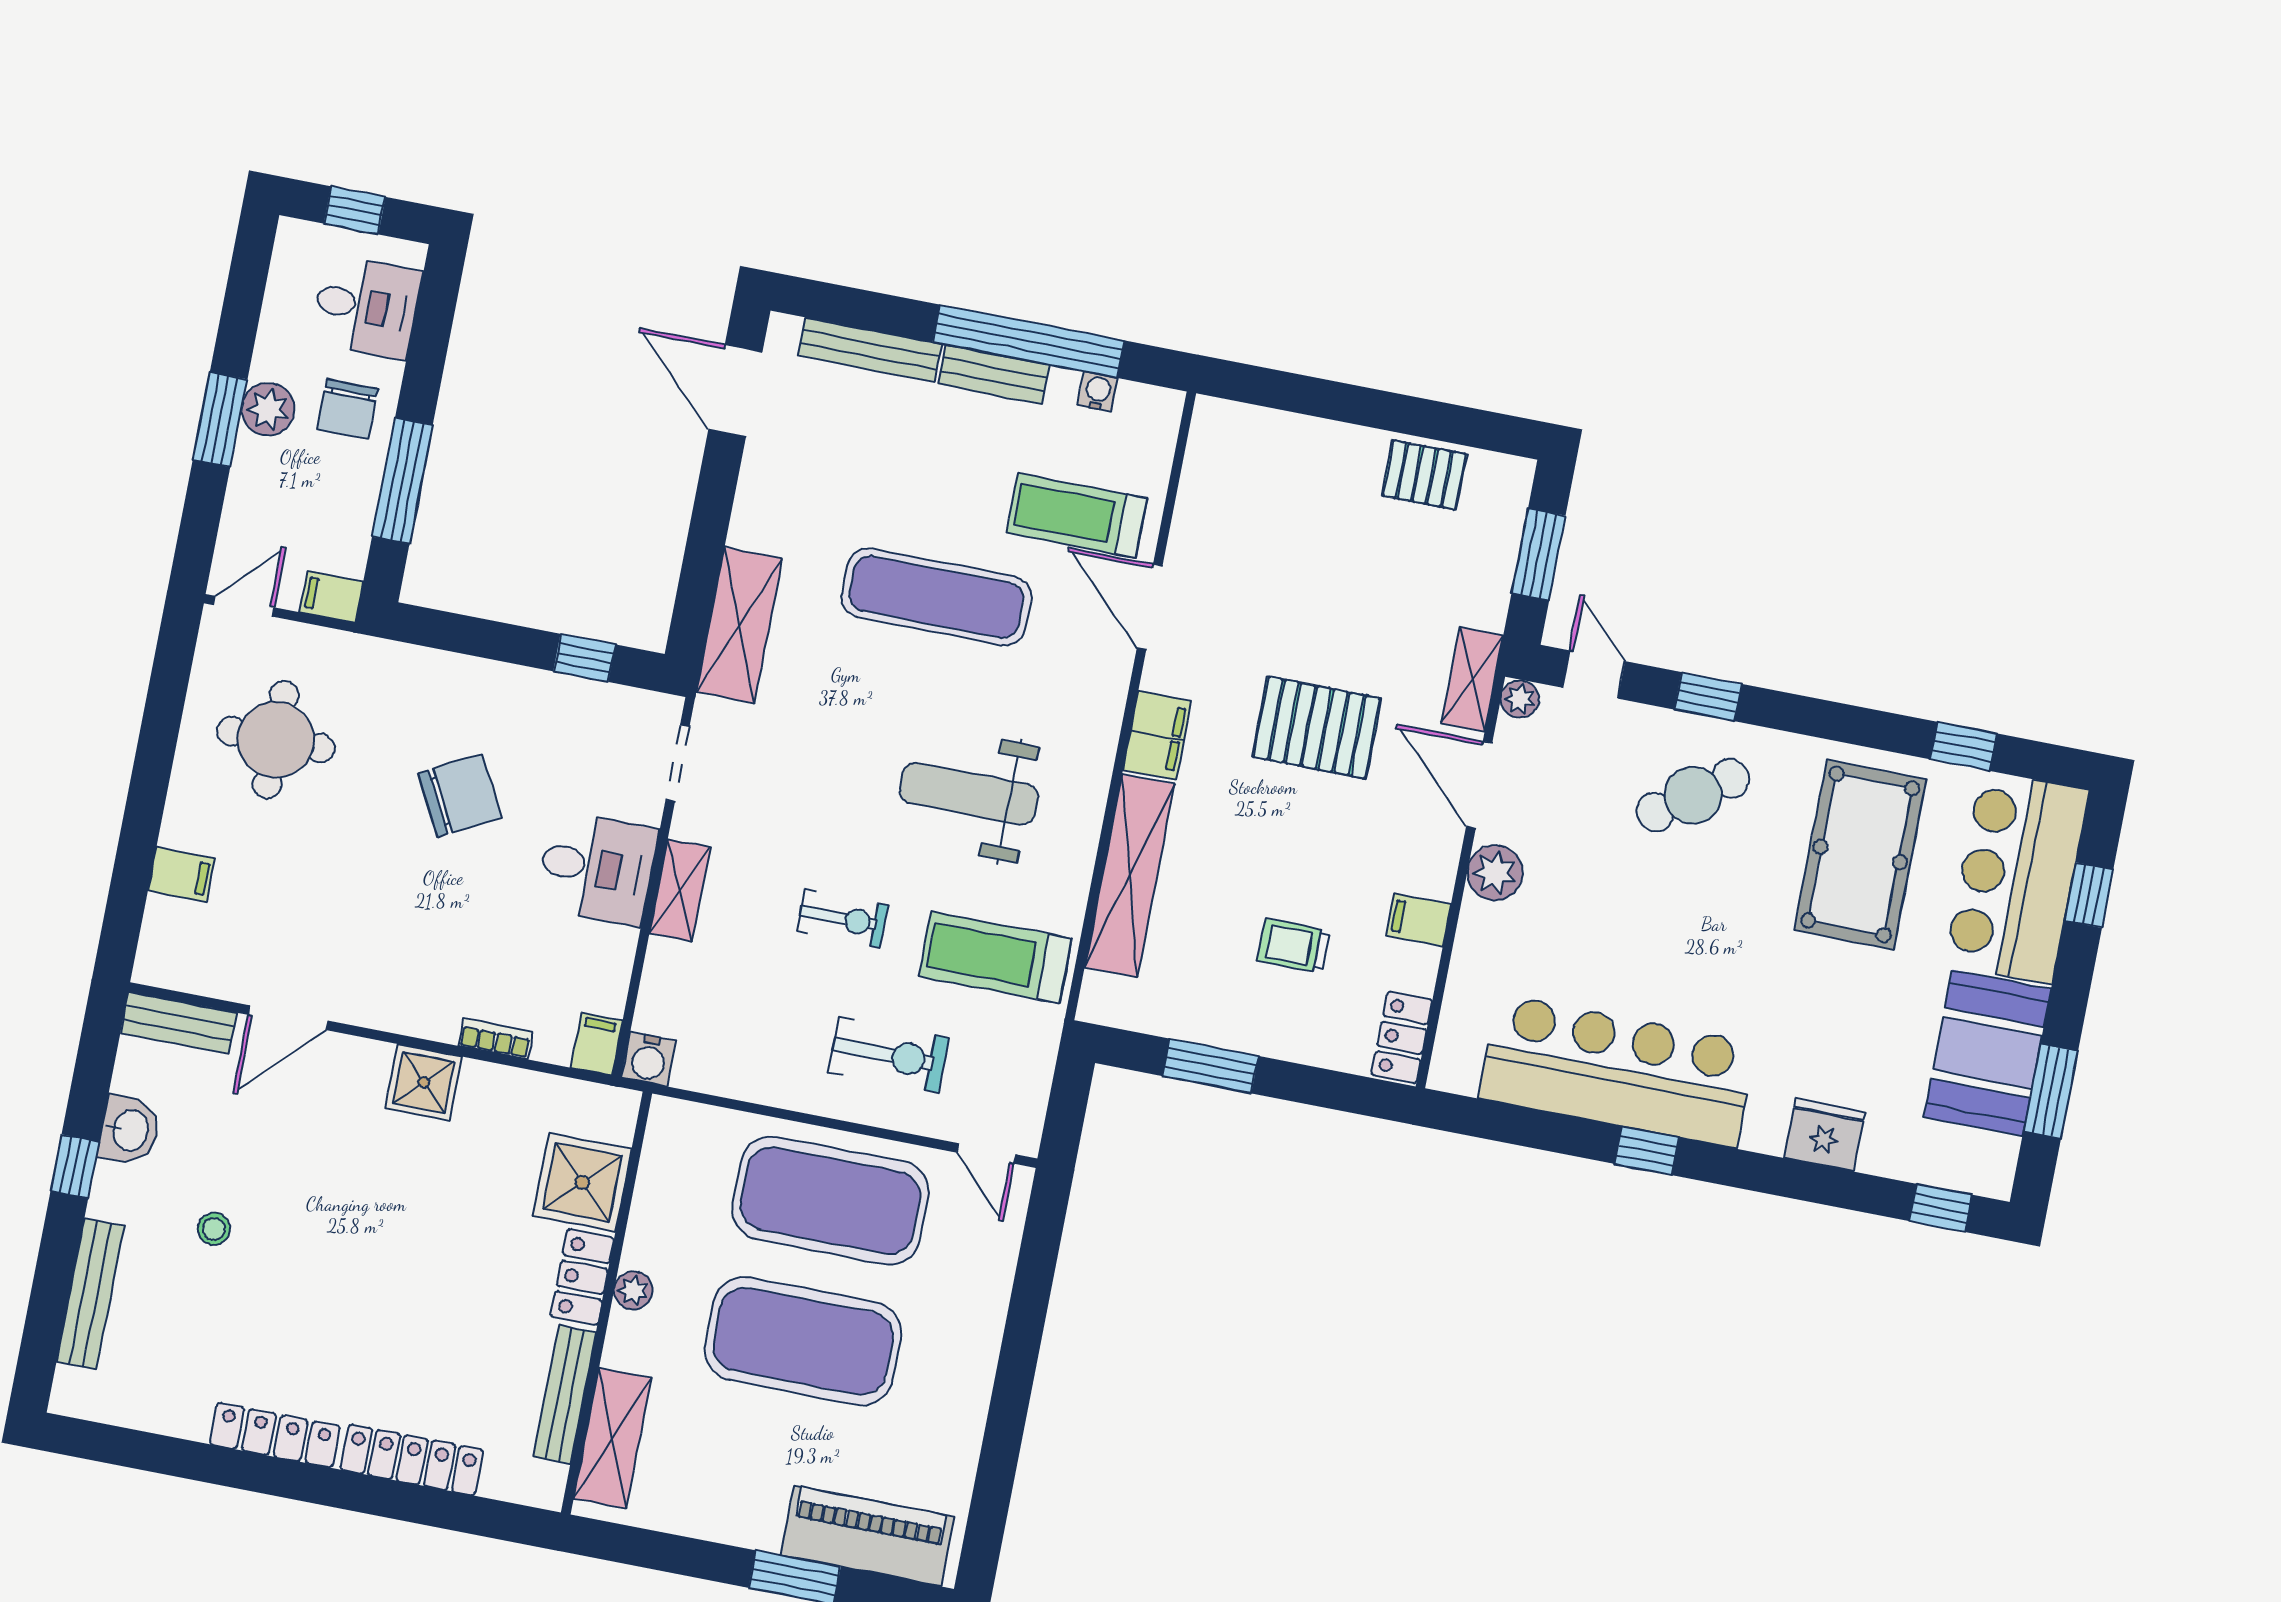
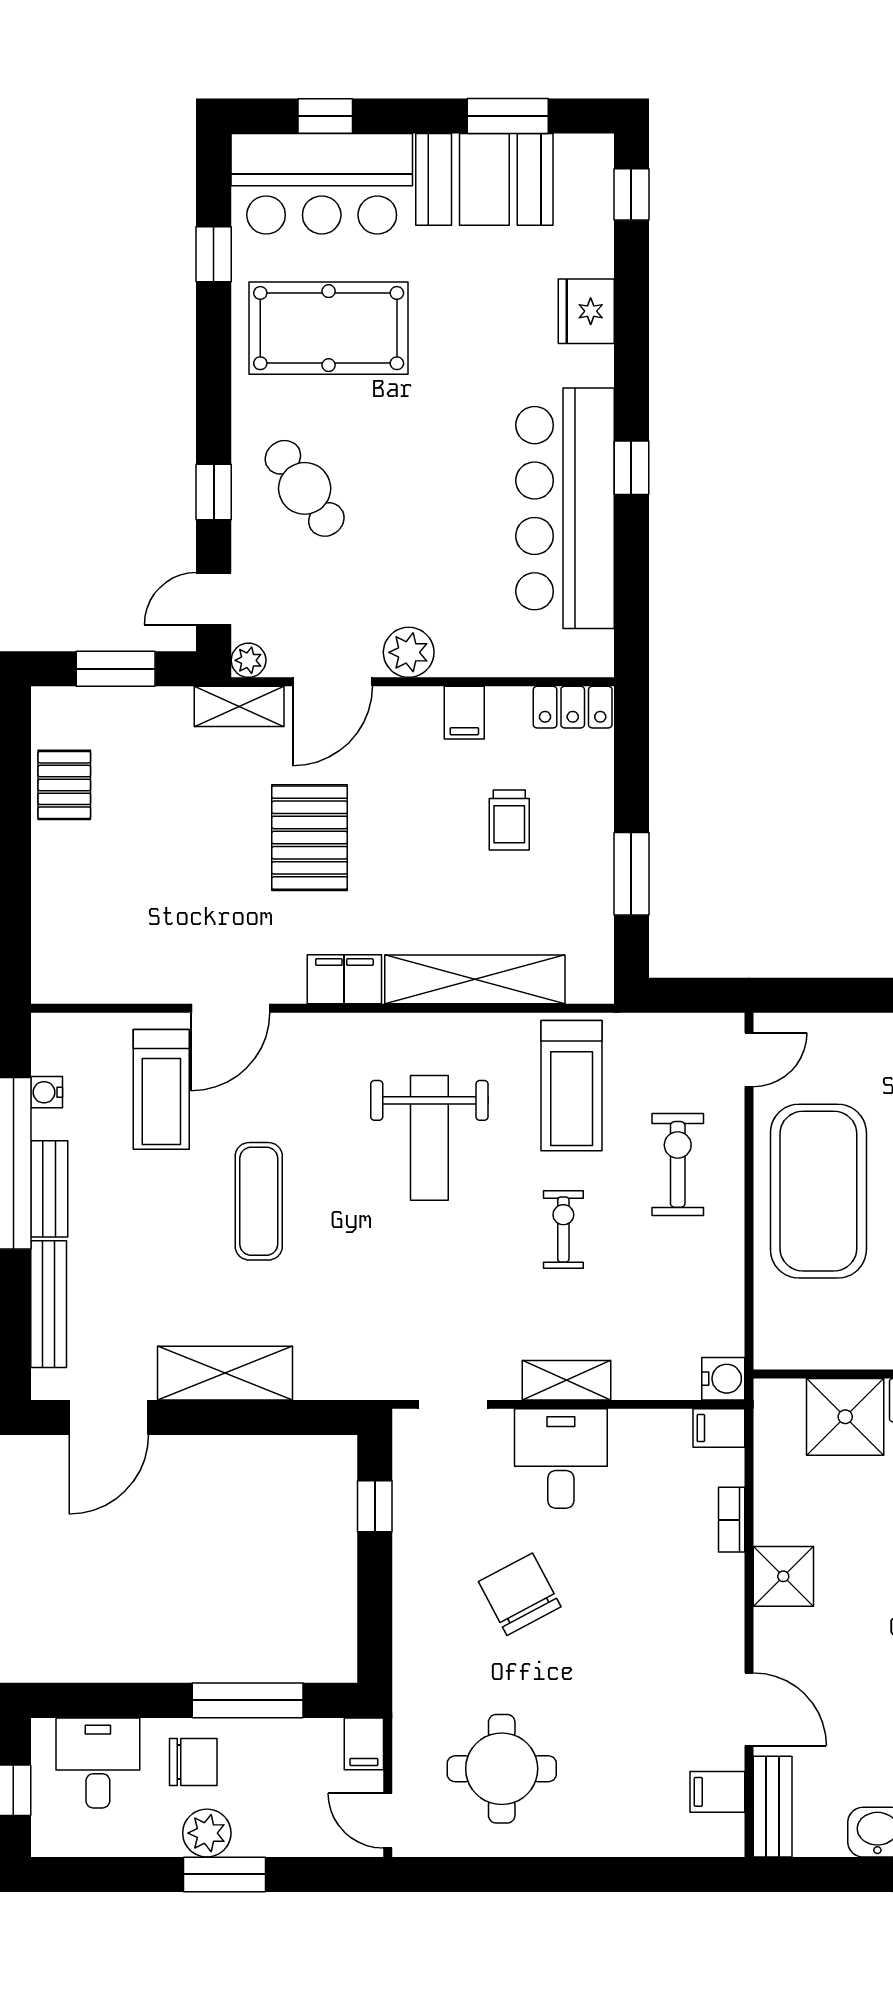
exercise mat: (936, 597) -> (259, 1201), width x0.73, depth x0.69
shelving: (739, 625) -> (225, 1373), moved
filing cabinet: (181, 875) -> (717, 1792), moved, turned -90

